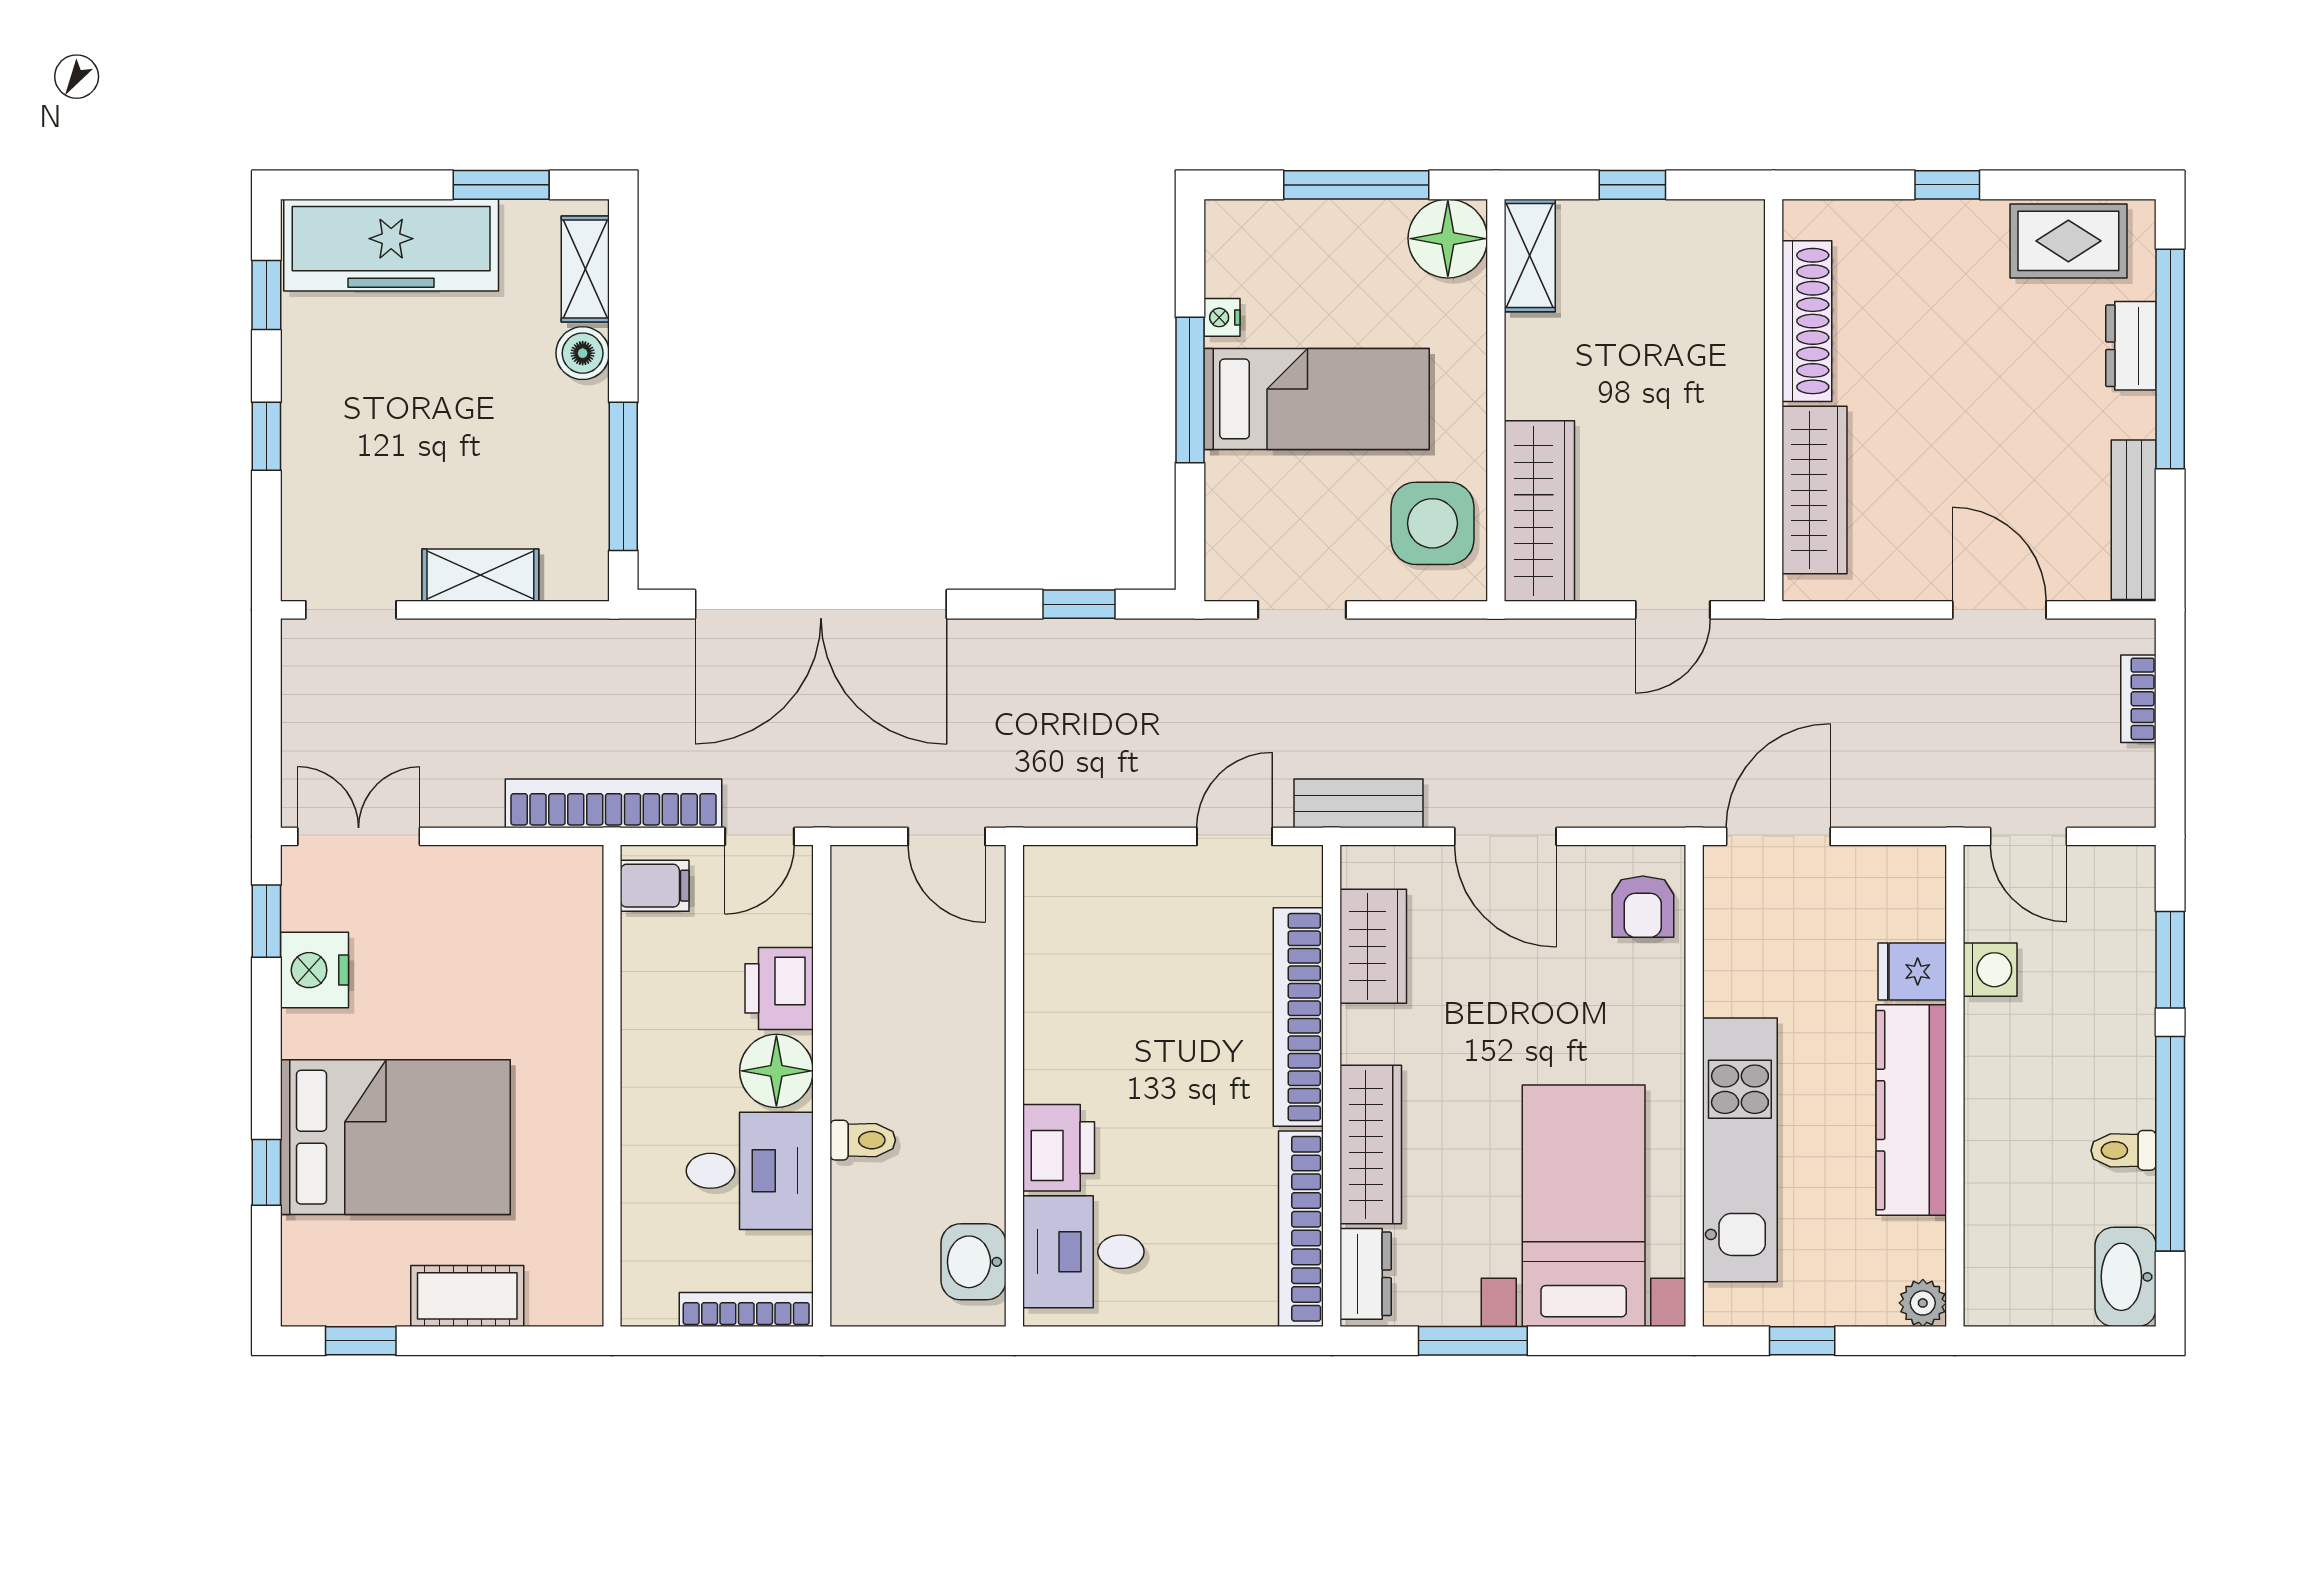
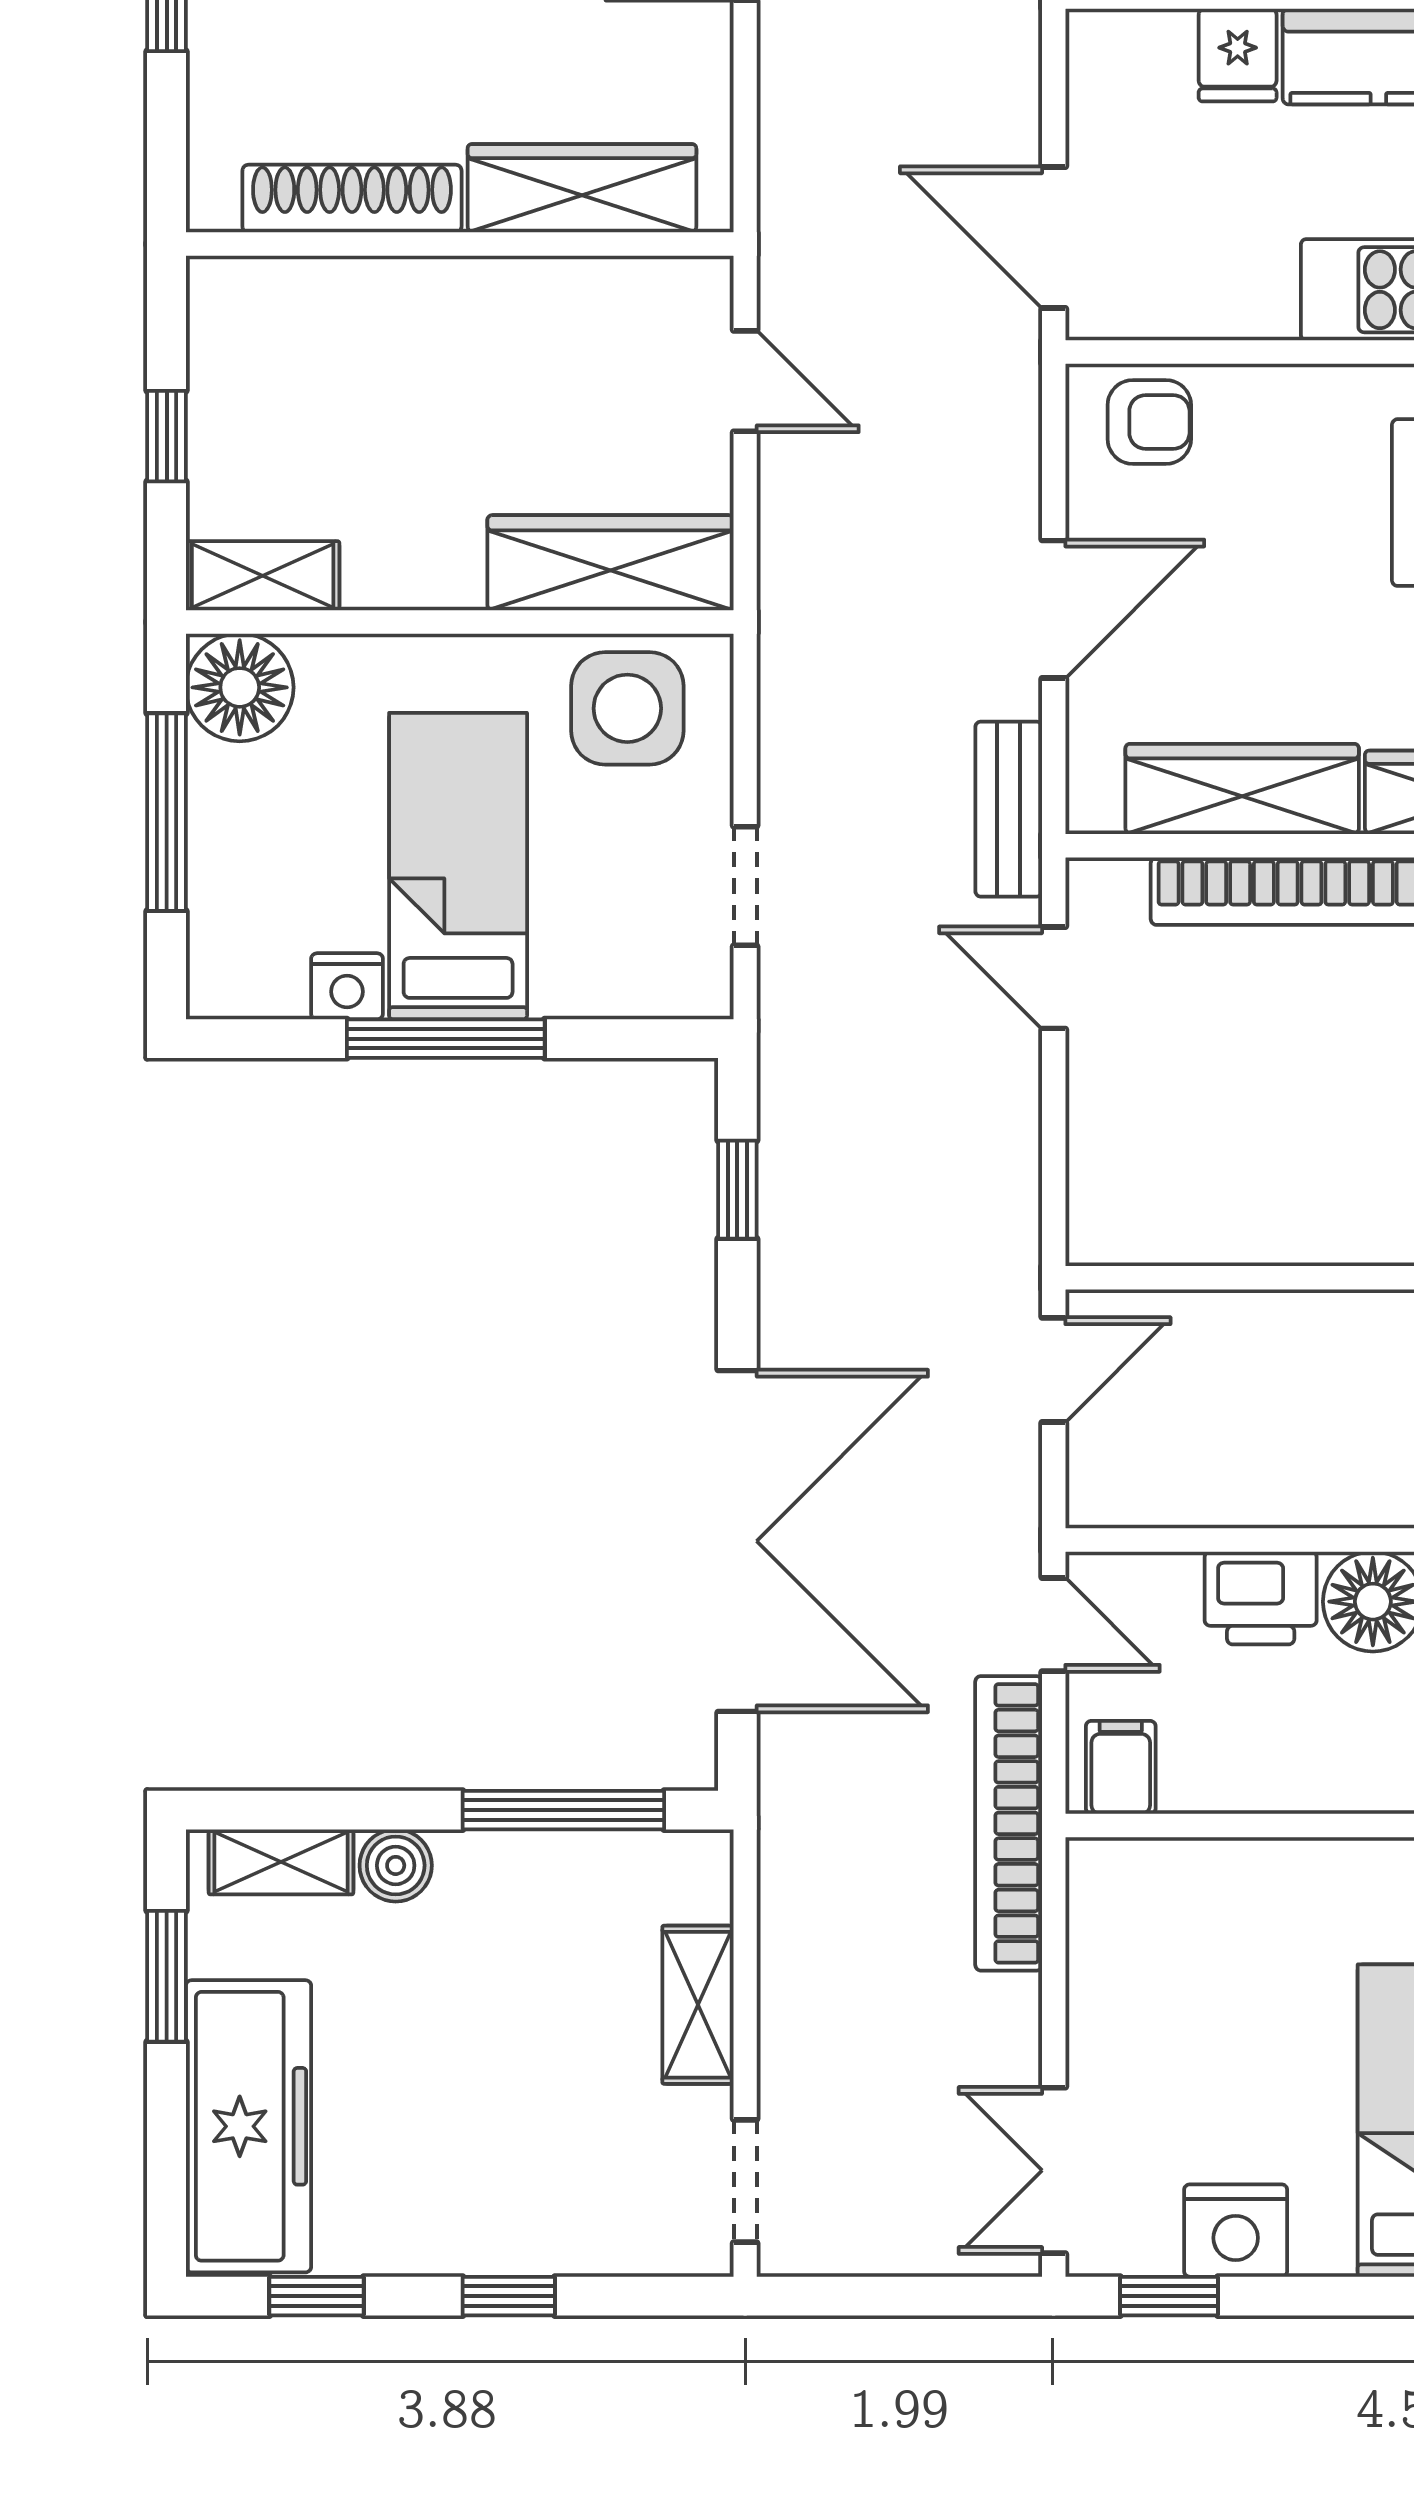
nightstand: (1222, 317) -> (347, 986), width x1.39, depth x1.35
wardrobe: (1373, 946) -> (1242, 789), width x1.50

